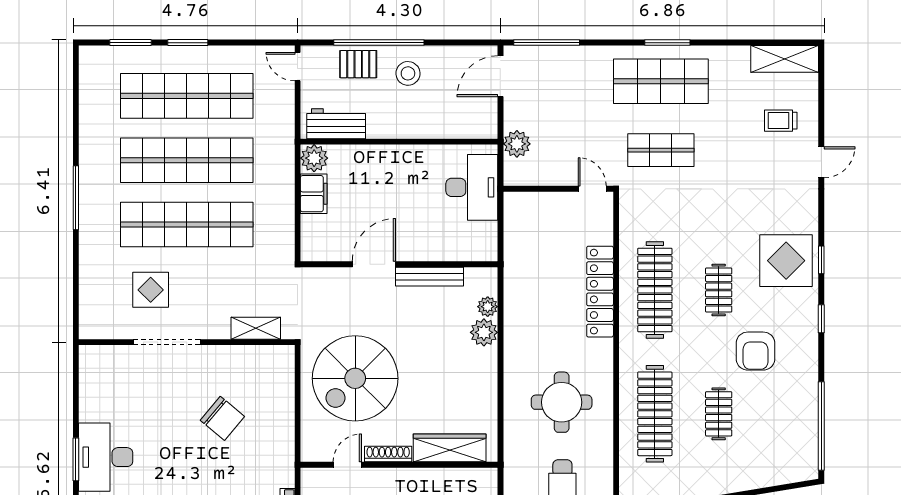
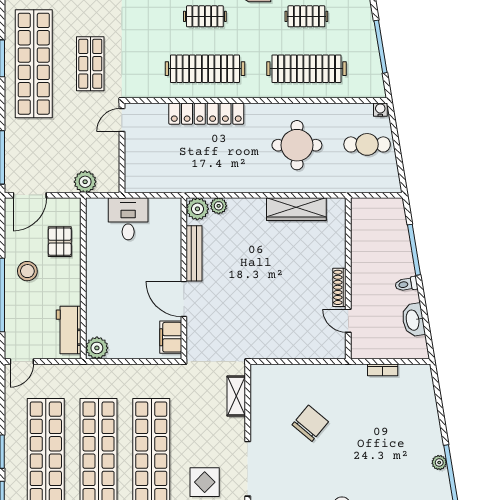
pallet: (358, 64) -> (60, 242), moved
door: (500, 76) -> (30, 195), hinge flipped
shop shelf: (661, 81) -> (34, 64), width x1.40
desk: (472, 187) -> (128, 219), width x0.73
filing cabinet: (314, 194) -> (171, 337), moved, turned -90
plant: (484, 332) -> (197, 209), moved
spiral stairs: (355, 378) -> (277, 314), removed
wardrobe: (450, 448) -> (296, 209), moved, turned -90

